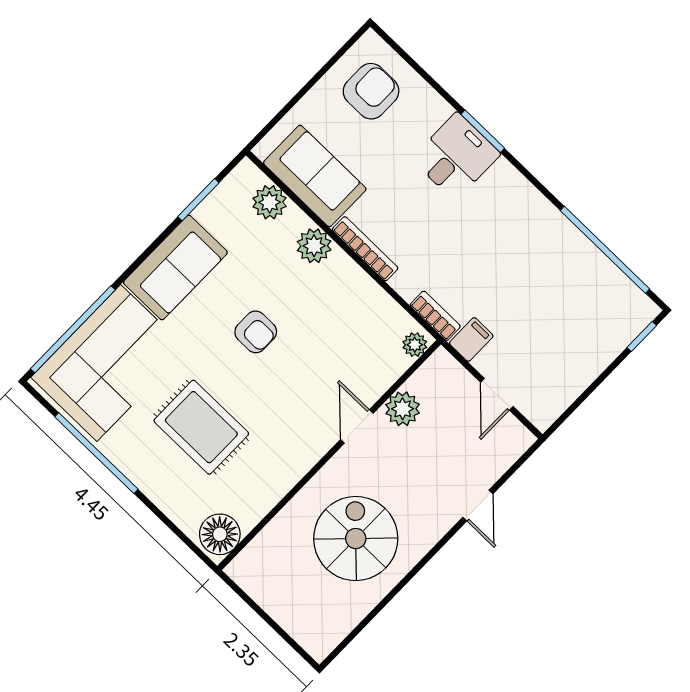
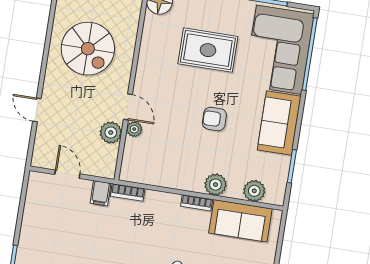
bookcase: (365, 249) -> (197, 203), width x0.64
plant: (415, 345) -> (134, 129), moved

